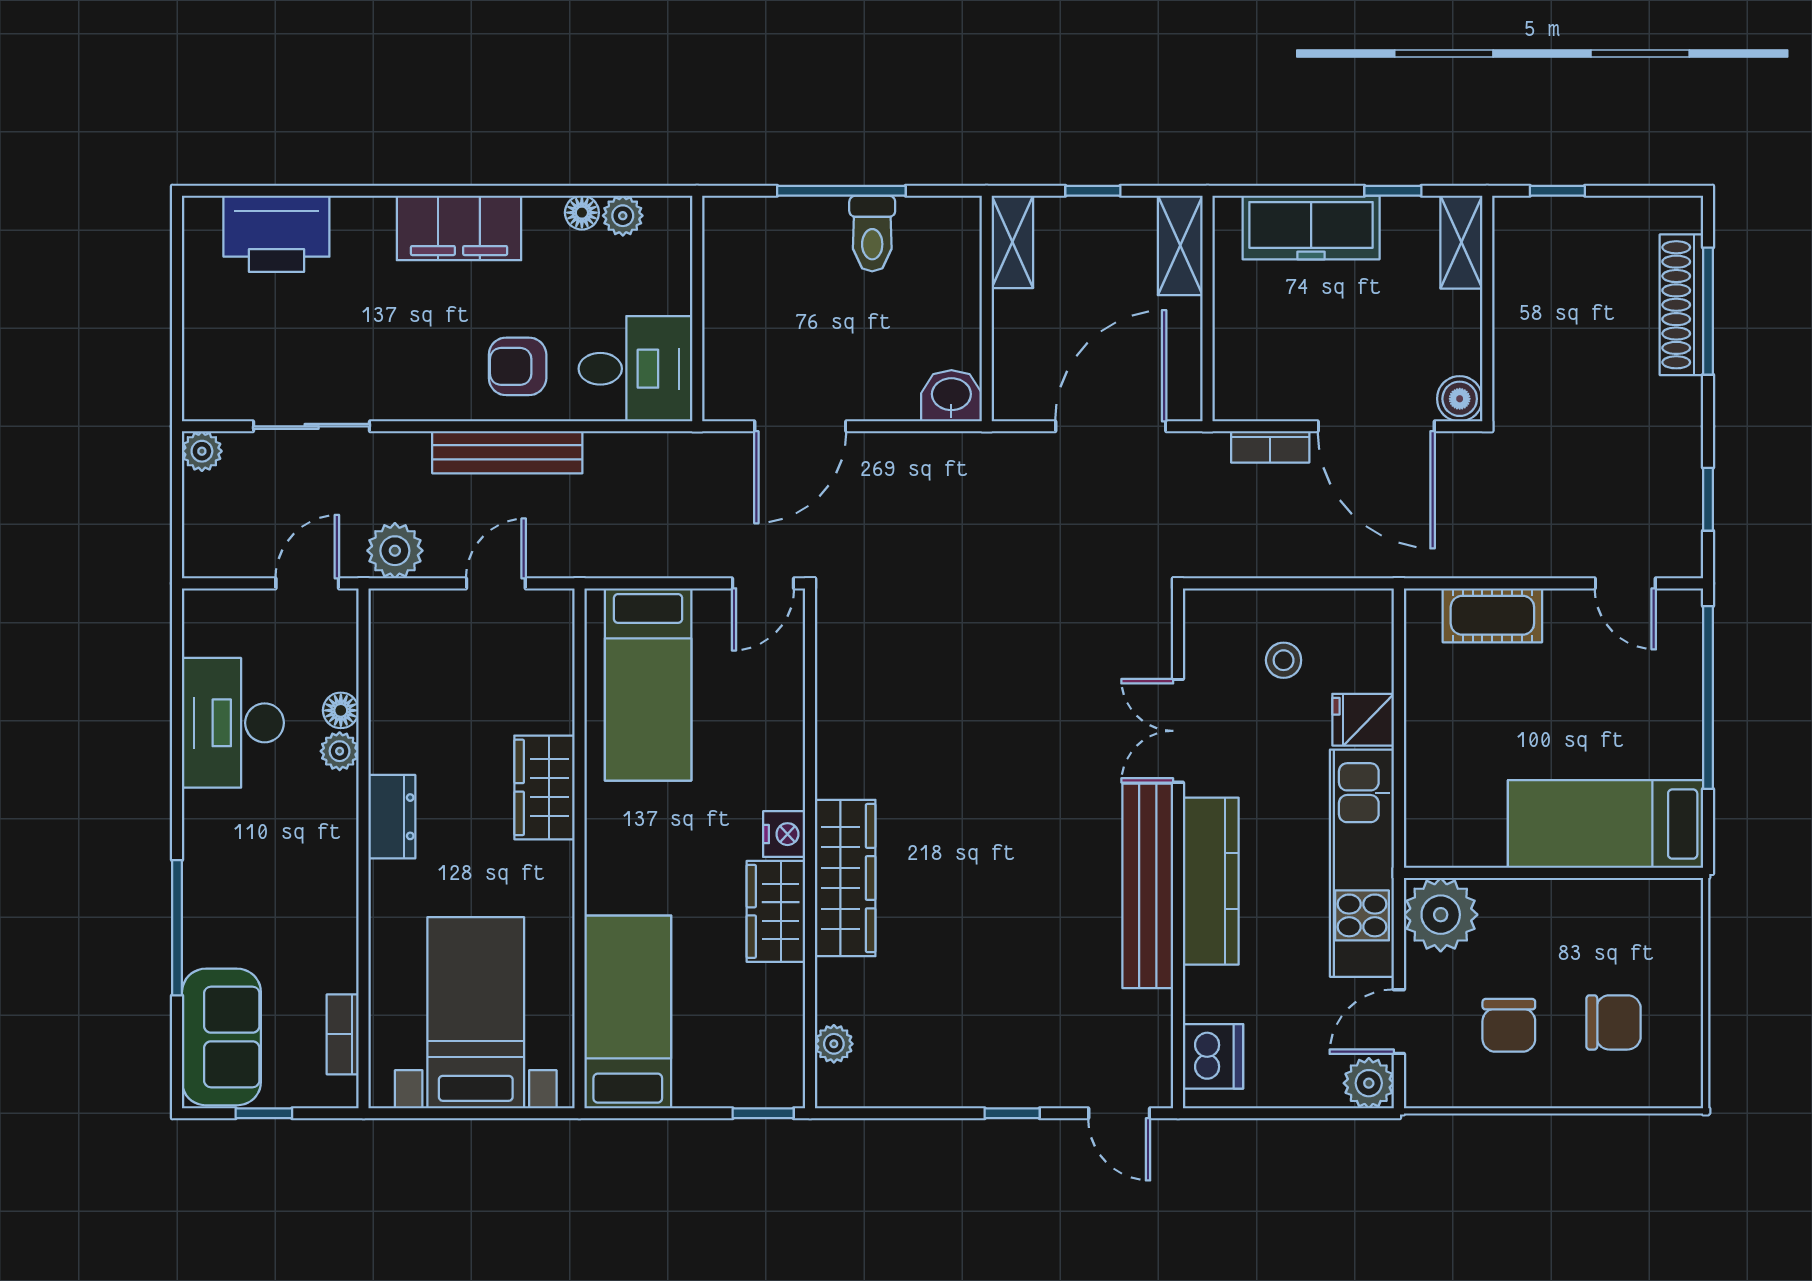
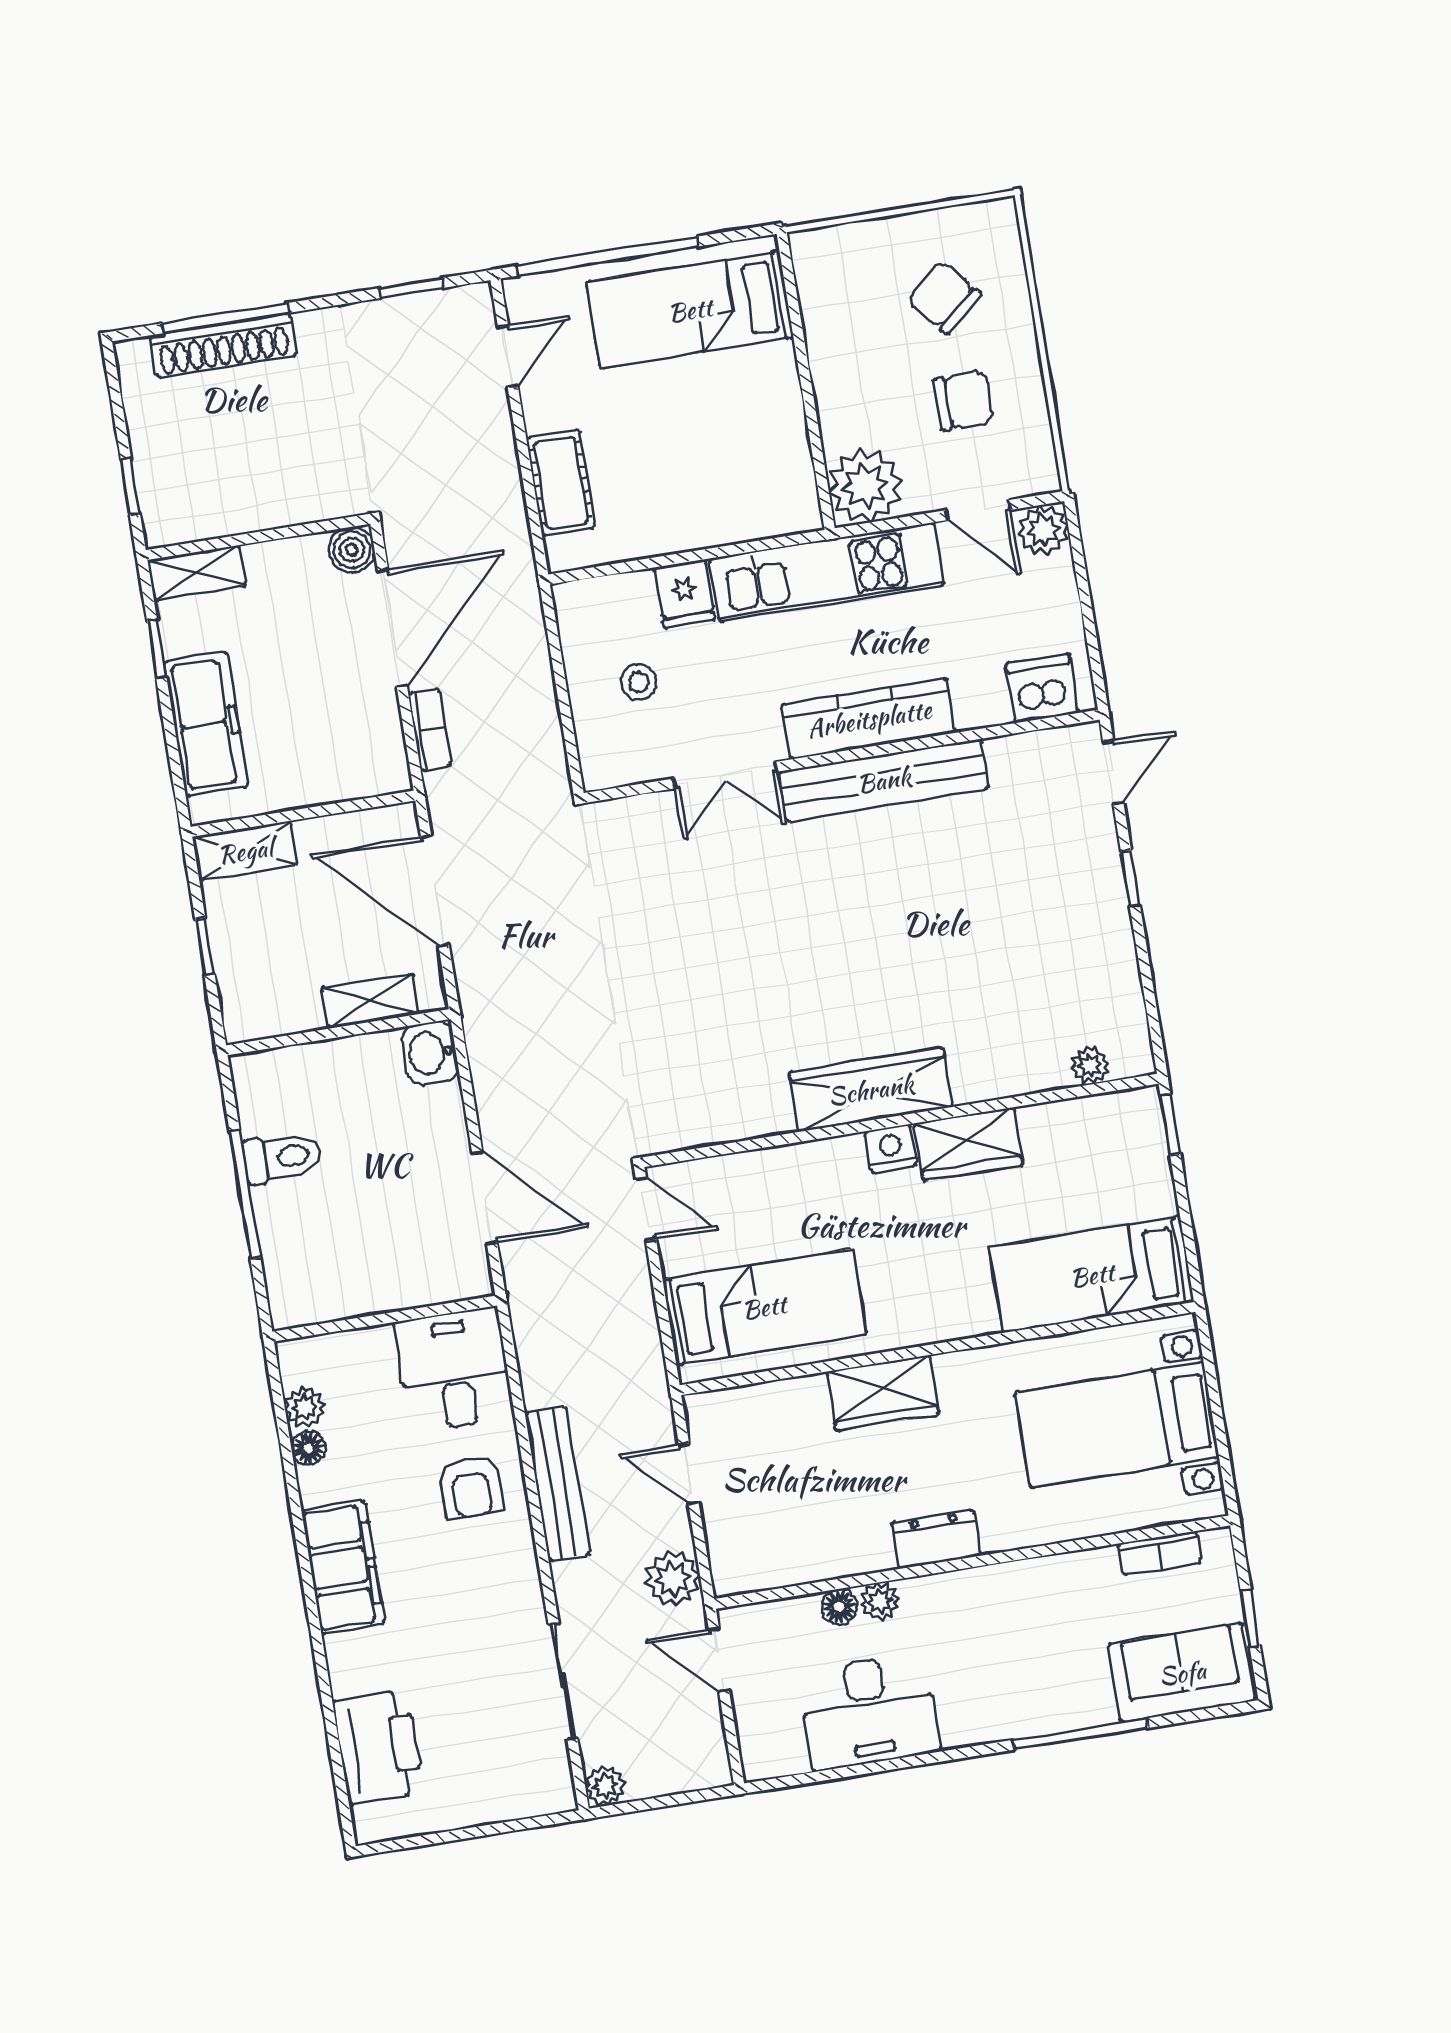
shelving: (1012, 242) -> (371, 1001), moved
bed: (1606, 824) -> (690, 310), moved, turned 90
wardrobe: (845, 878) -> (871, 1090), moved
chair: (1614, 1022) -> (944, 298), turned -41

